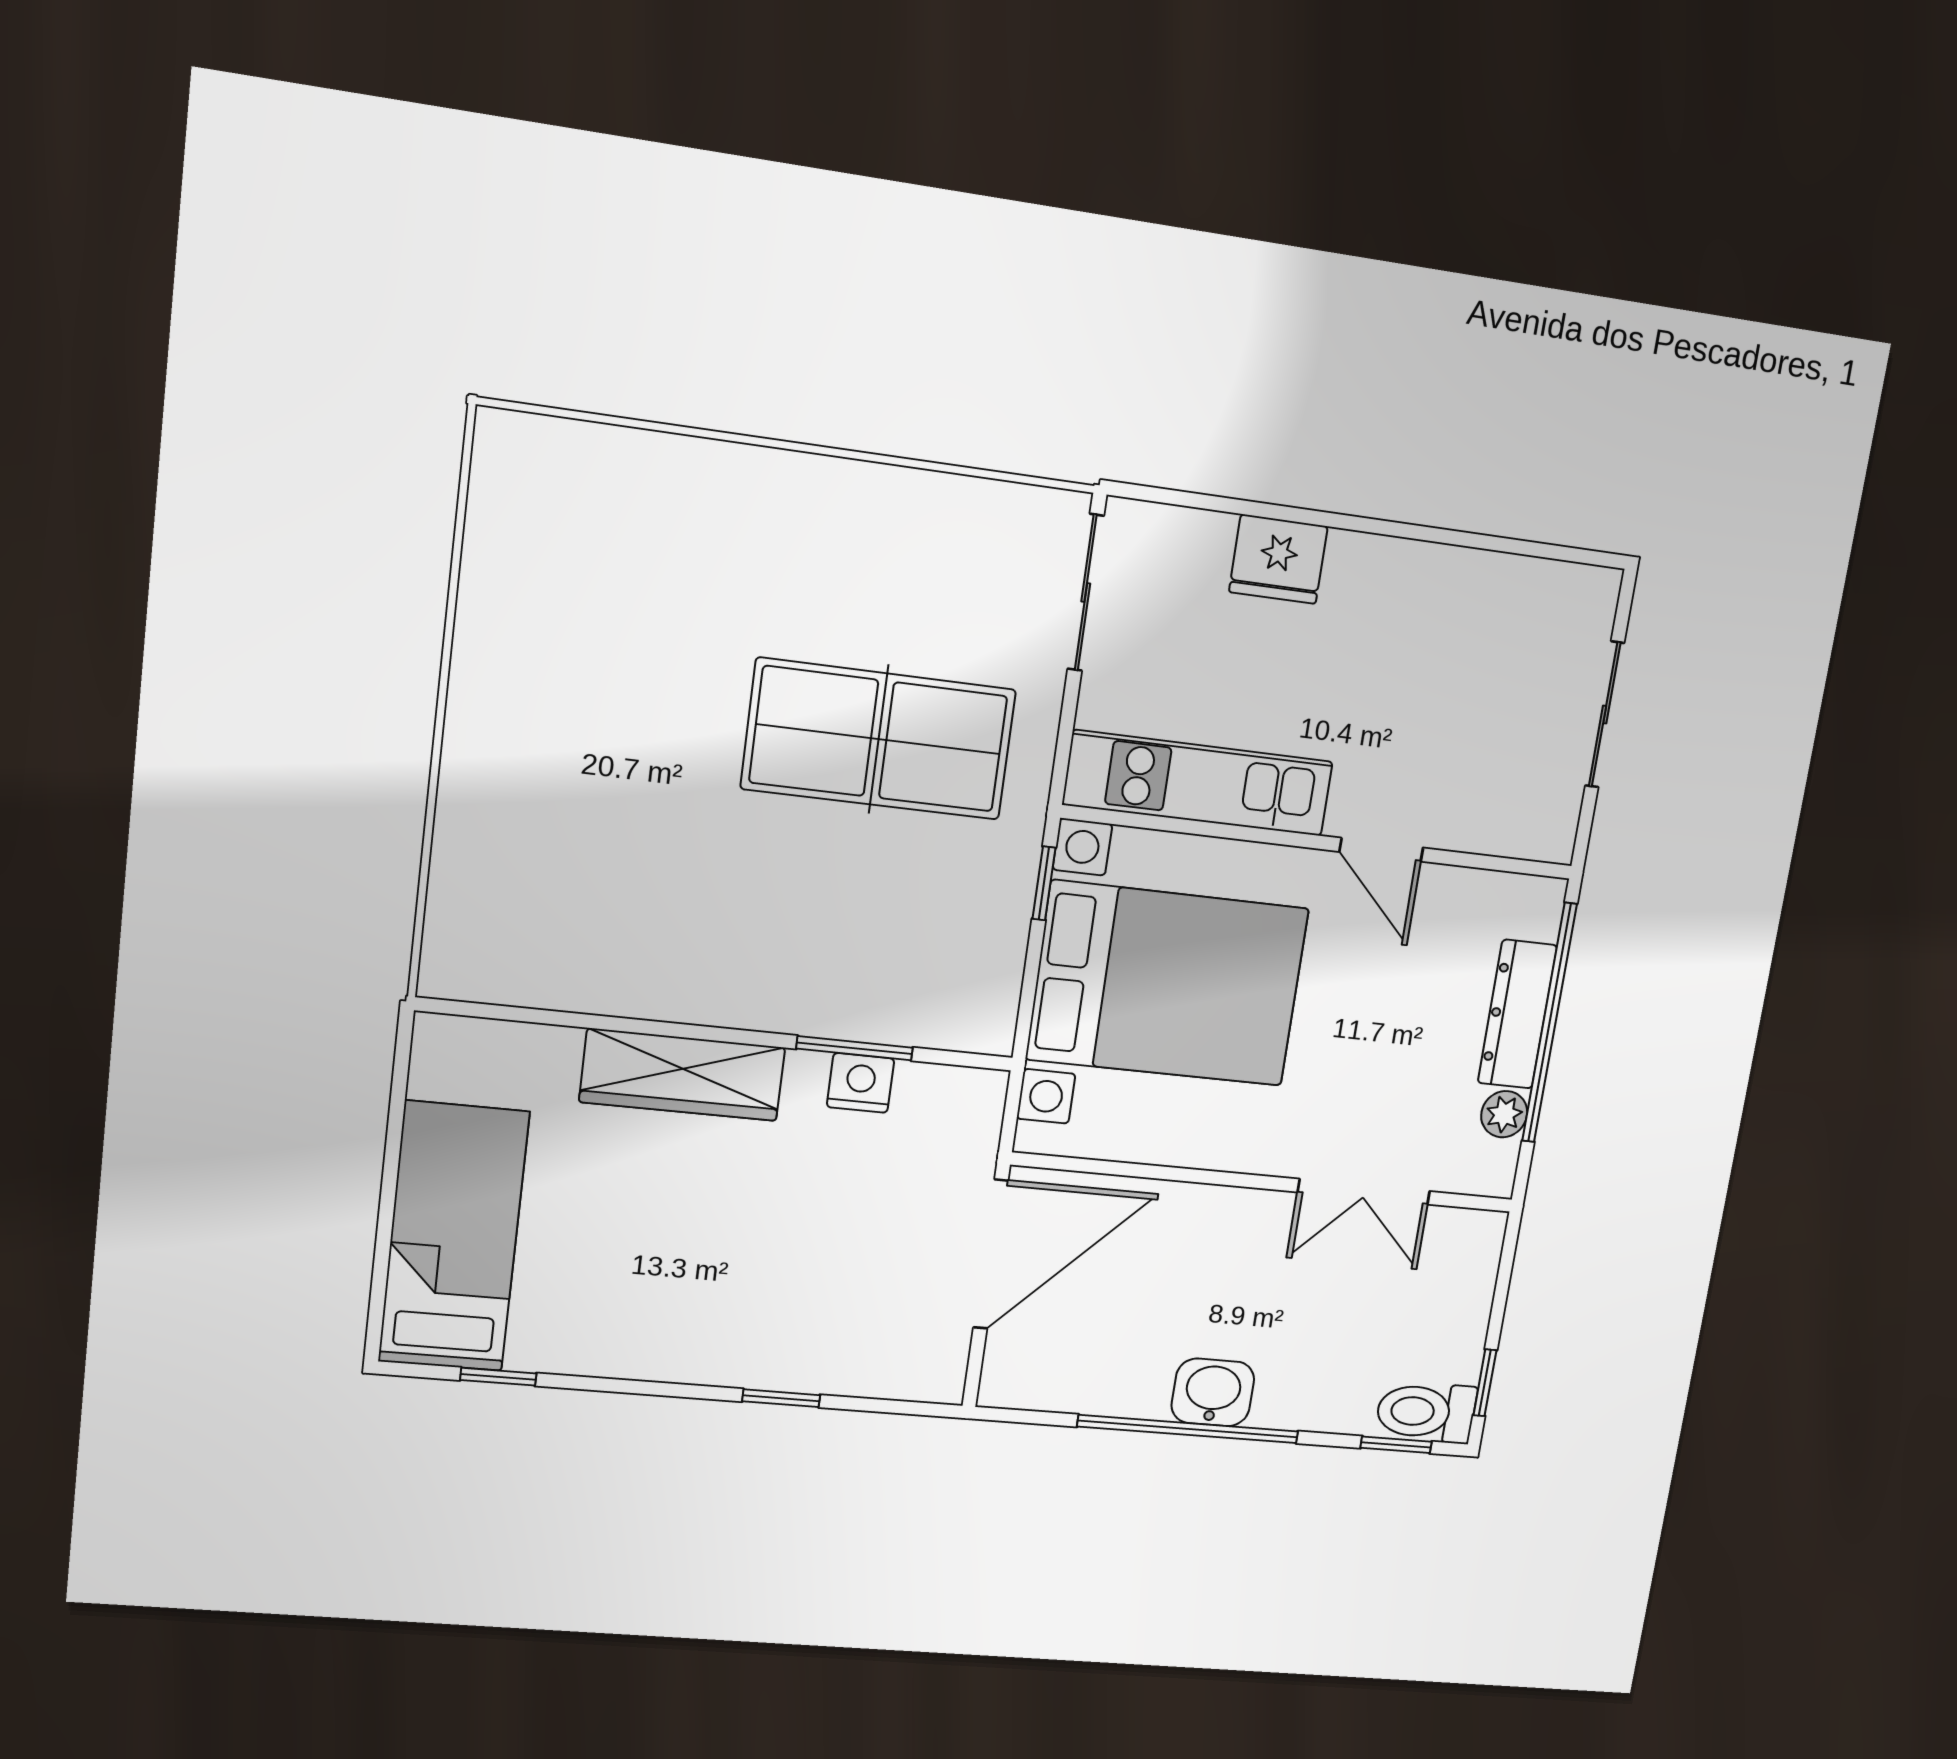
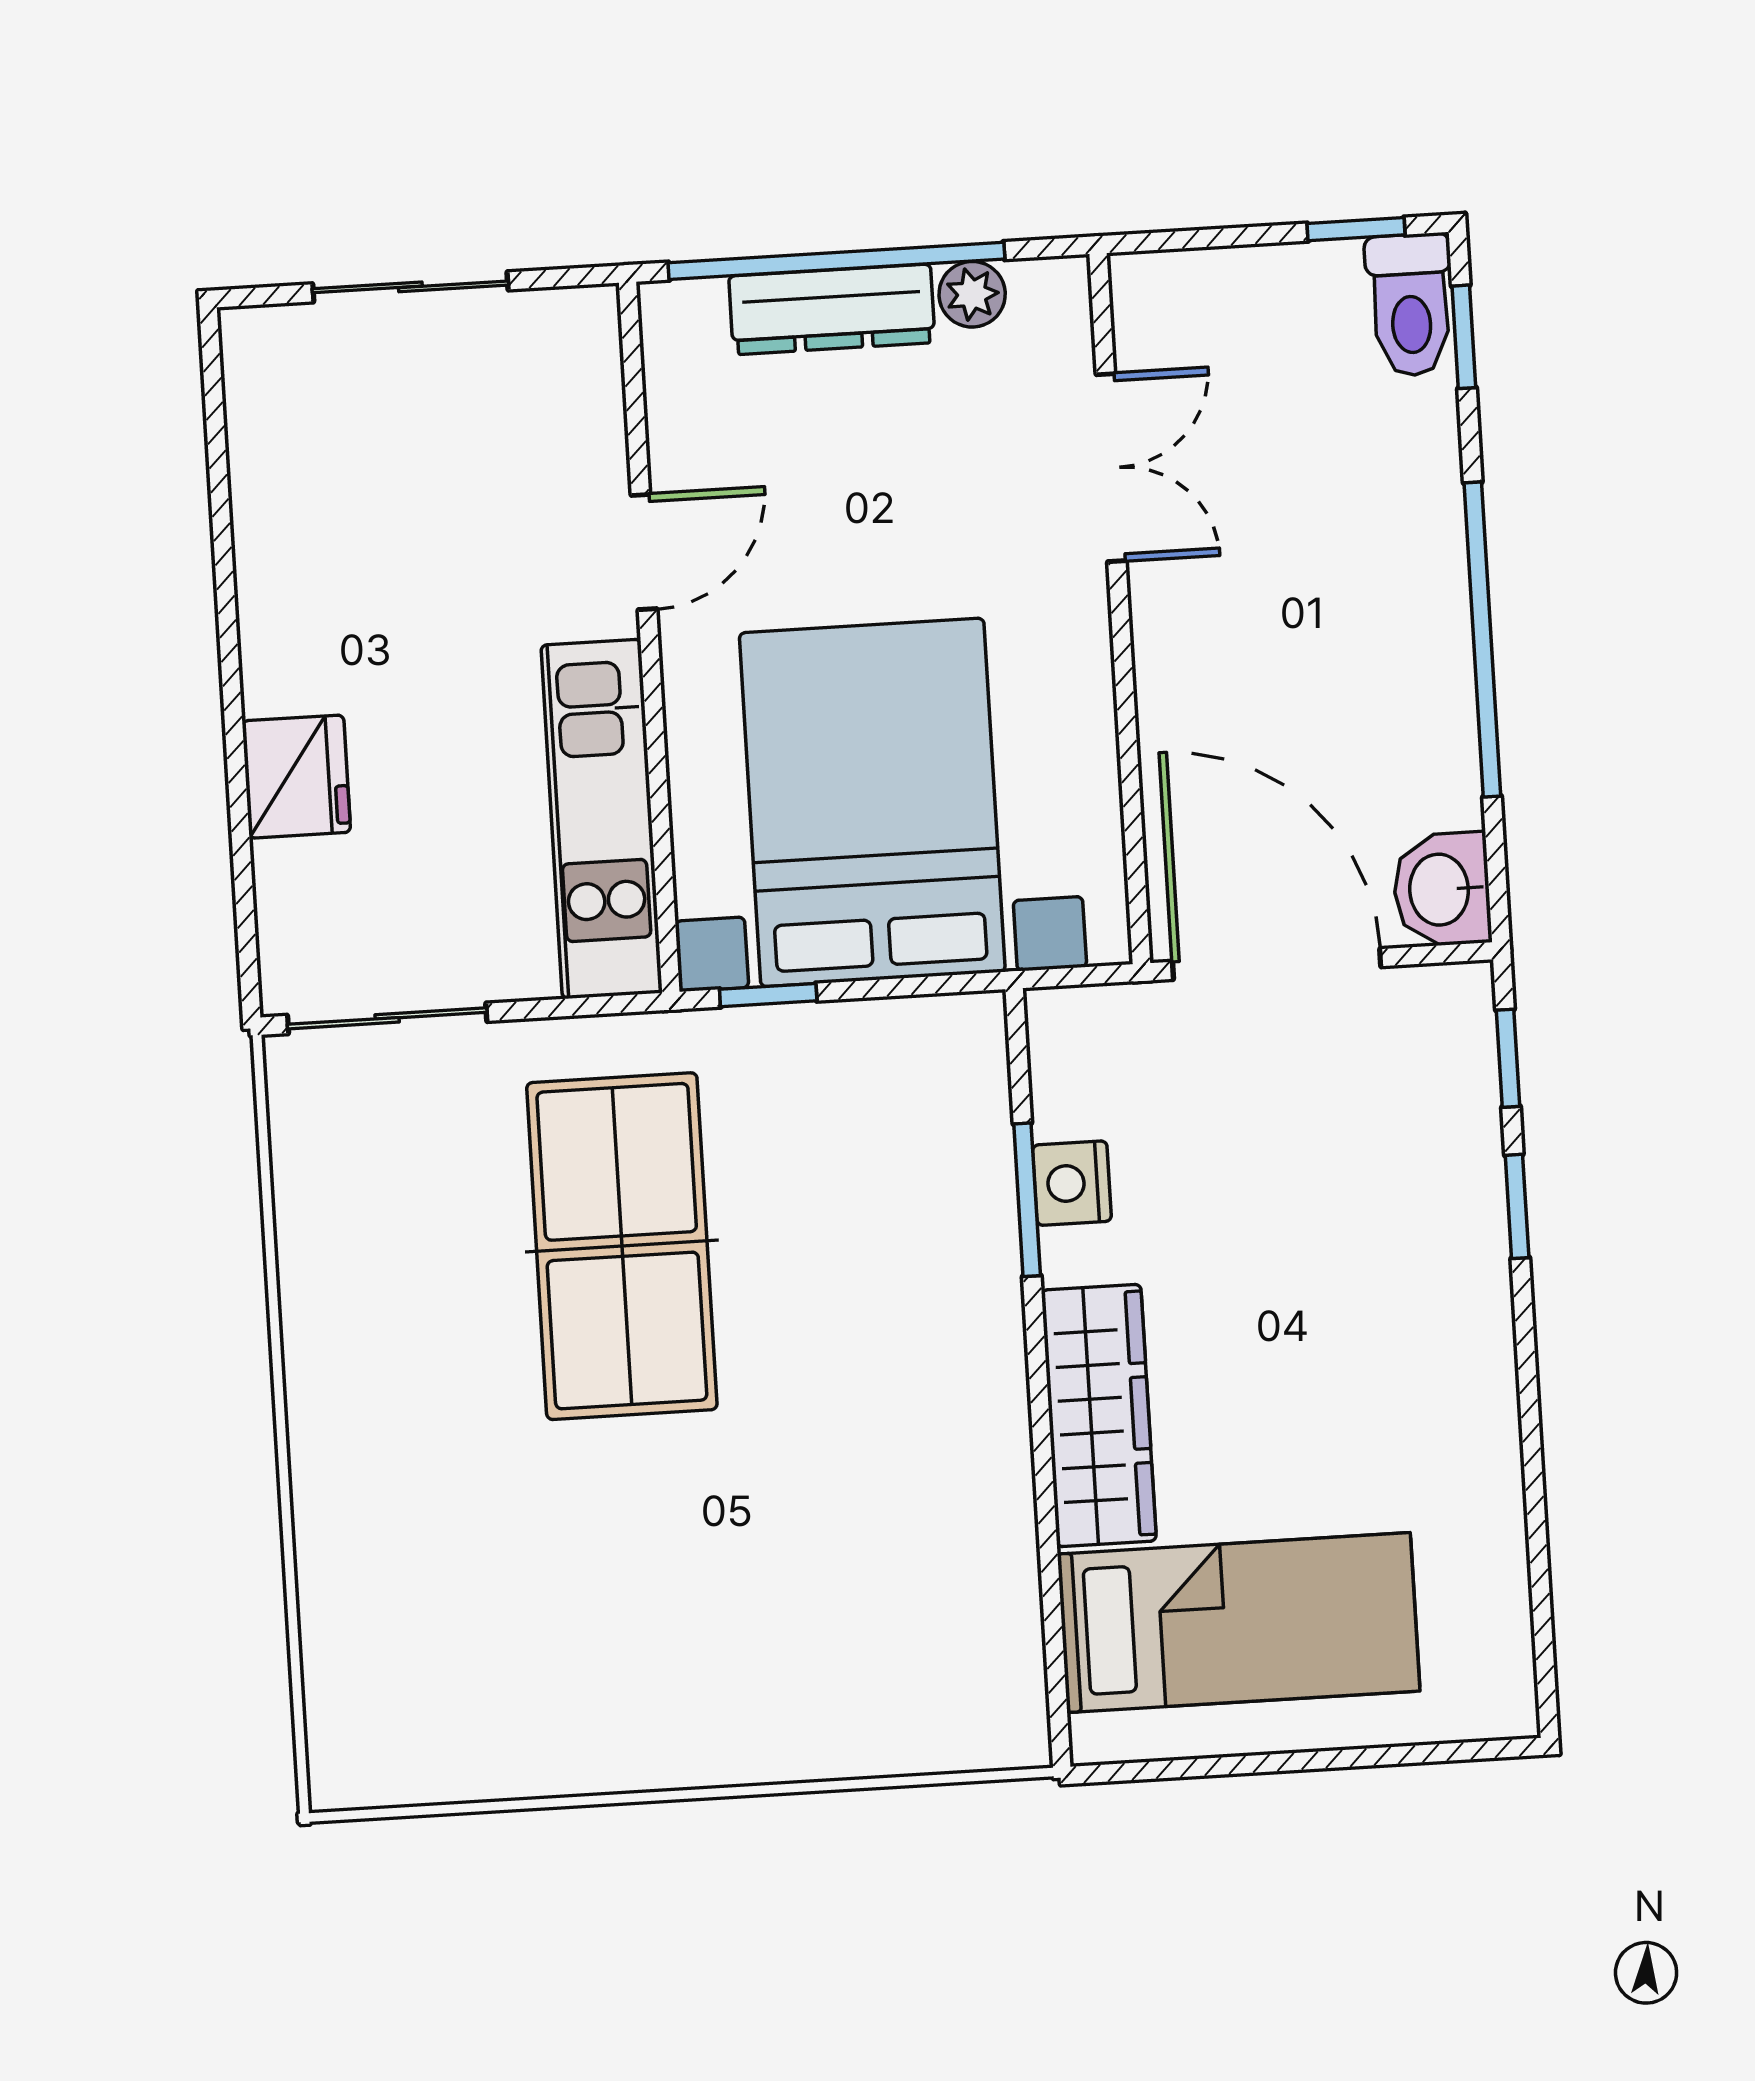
bed: (454, 1237) -> (1239, 1623), moved, turned 180
window: (498, 1377) -> (1508, 1058), moved
washbasin: (1213, 1392) -> (1442, 889), moved

